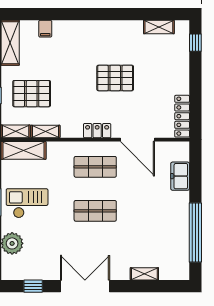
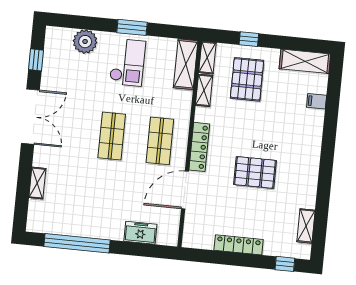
pallet: (115, 78) -> (255, 172), turned 90
locker: (182, 116) -> (239, 245), moved
locker: (97, 131) -> (199, 147), width x1.53

